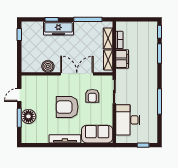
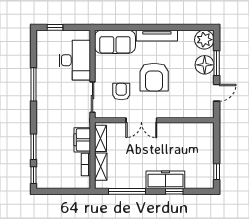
boiler: (48, 66) -> (179, 130), removed
double door: (77, 74) -> (141, 120), width x0.73
armchair: (67, 107) -> (154, 77), turned 90
plant: (29, 136) -> (204, 40), added

